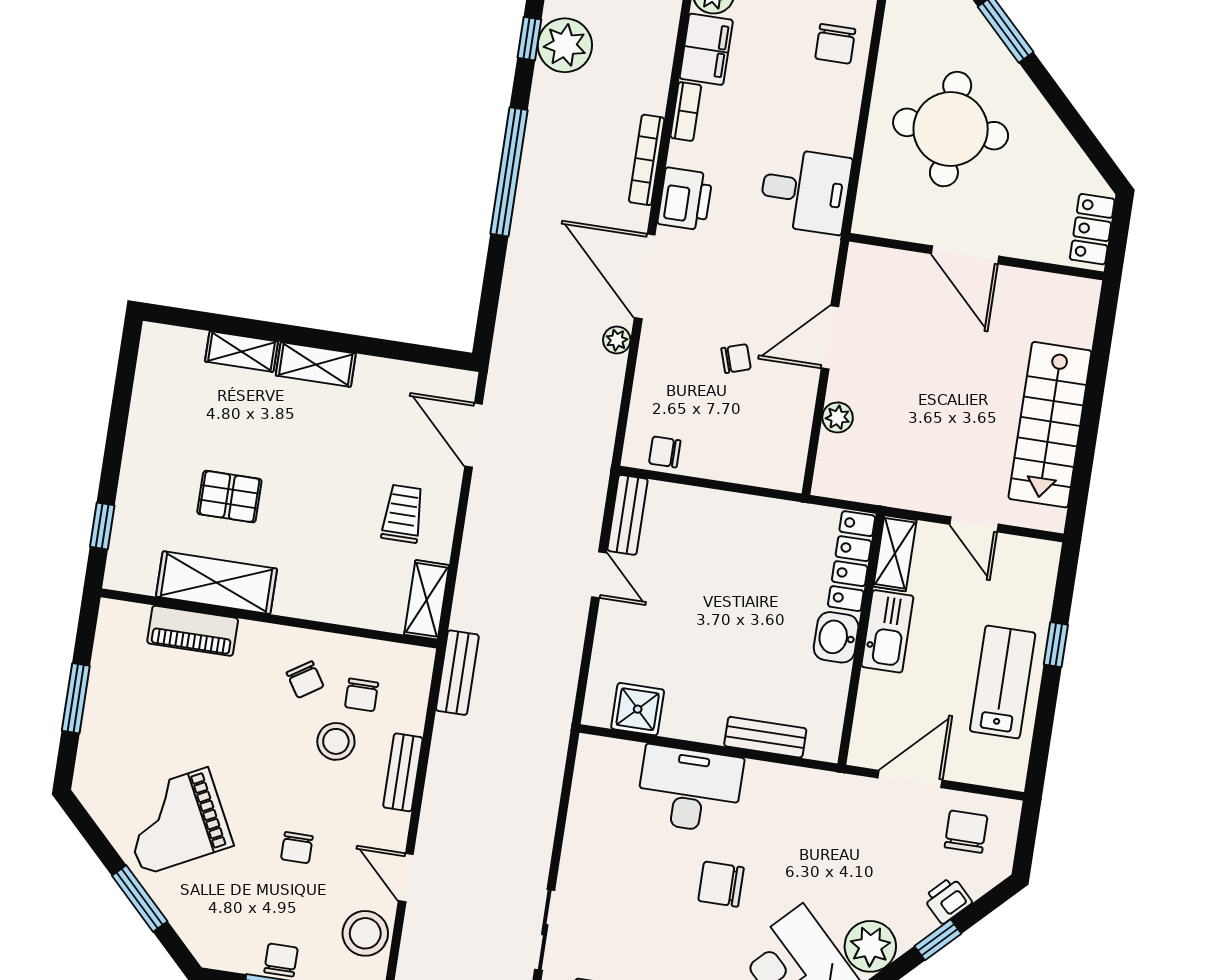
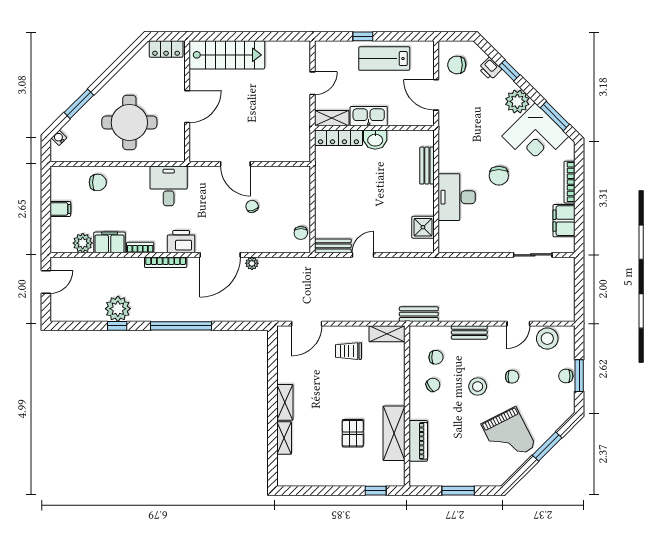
plant: (838, 417) -> (272, 155), removed
stairs: (1050, 425) -> (227, 55), moved
stool: (336, 741) -> (478, 387), moved

